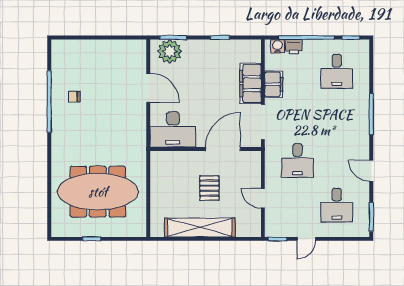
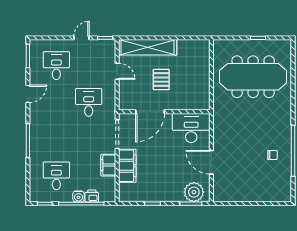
water cooler: (277, 46) -> (79, 196), moved
door: (371, 171) -> (28, 94), hinge flipped
shelving: (200, 227) -> (148, 47), moved

